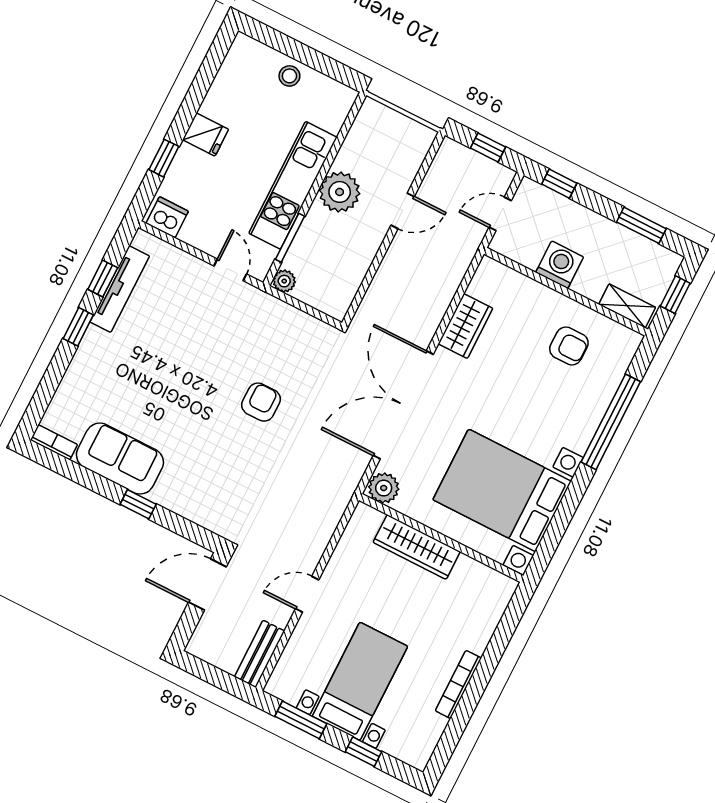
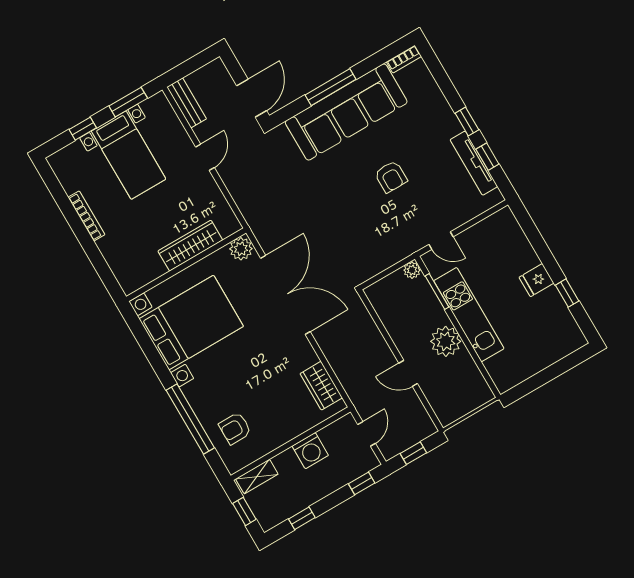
stool: (289, 76) -> (539, 357), removed
window: (164, 158) -> (567, 293), moved
door: (403, 211) -> (408, 373), hinge flipped
dishwasher: (167, 217) -> (500, 222), removed
window: (641, 225) -> (302, 518), width x0.67
wardrobe: (465, 326) -> (321, 386), moved
armchair: (569, 346) -> (235, 428), moved
armchair: (261, 402) -> (391, 177), moved
sofa: (120, 459) -> (346, 112), width x1.85, depth x1.27
window: (138, 504) -> (331, 87), width x2.17

